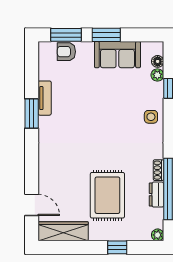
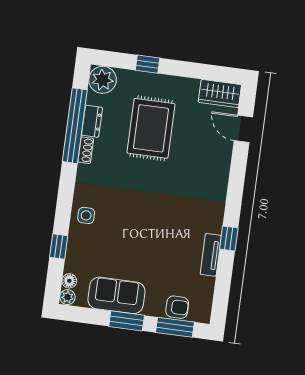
plant: (157, 75) -> (67, 297), moved
window: (32, 114) -> (229, 238), width x0.67
wardrobe: (63, 231) -> (220, 94), width x0.67
plant: (158, 235) -> (103, 80), width x1.87, depth x1.87

